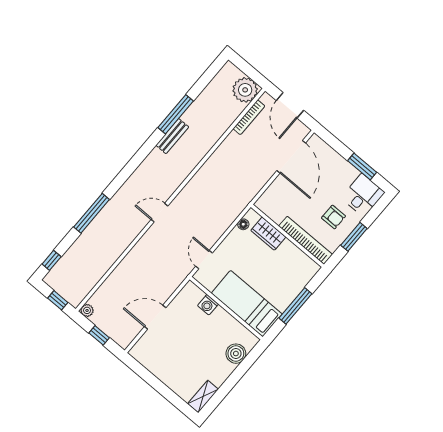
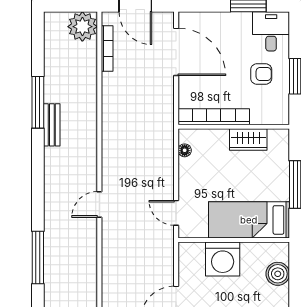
wardrobe: (268, 234) -> (248, 139), moved
bookcase: (306, 240) -> (214, 117), moved
washing machine: (208, 305) -> (223, 259), width x1.89, depth x1.89

